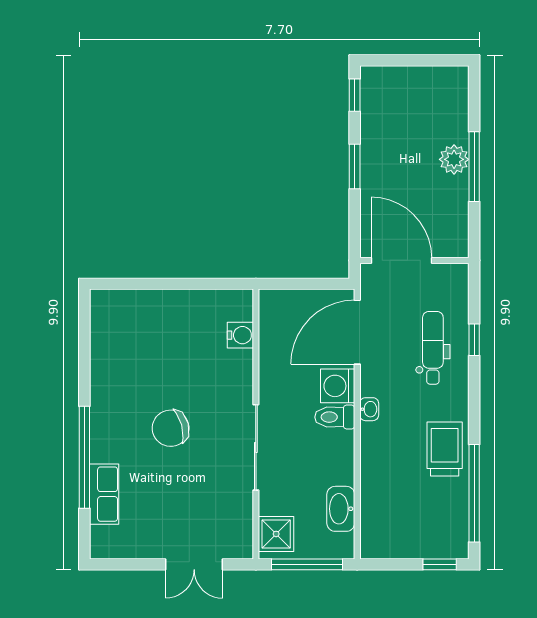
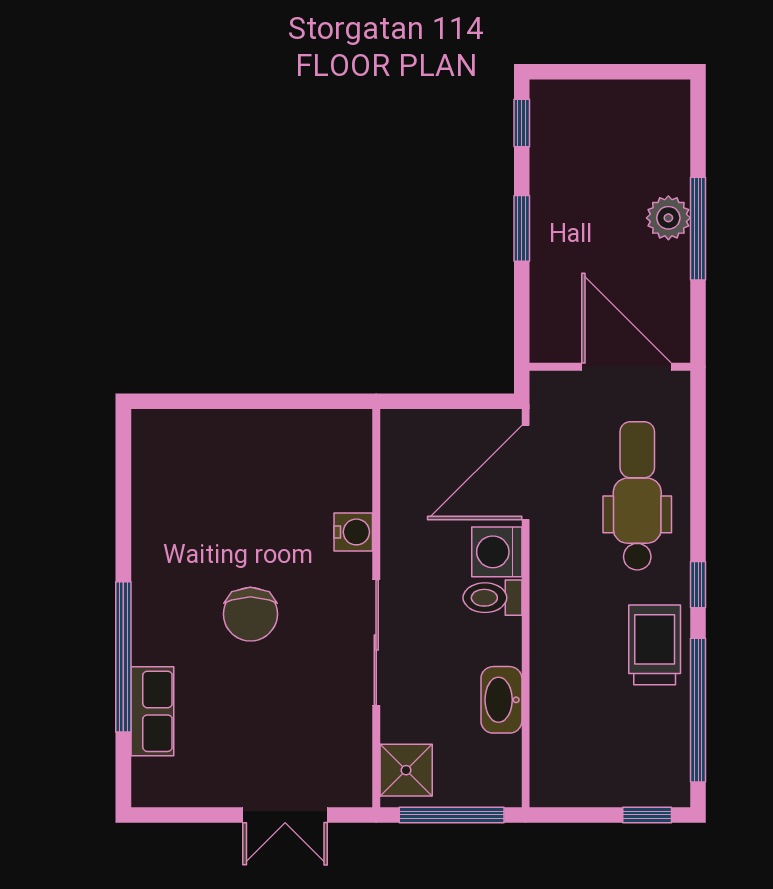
door: (401, 260) -> (626, 367), moved
water cooler: (240, 335) -> (353, 532), moved
window: (474, 340) -> (698, 585), moved
dental chair: (433, 348) -> (637, 496), width x1.36, depth x1.38
washbasin: (369, 409) -> (543, 586), removed
chair: (171, 428) -> (250, 614), turned -75
washbasin: (341, 509) -> (501, 700), moved

